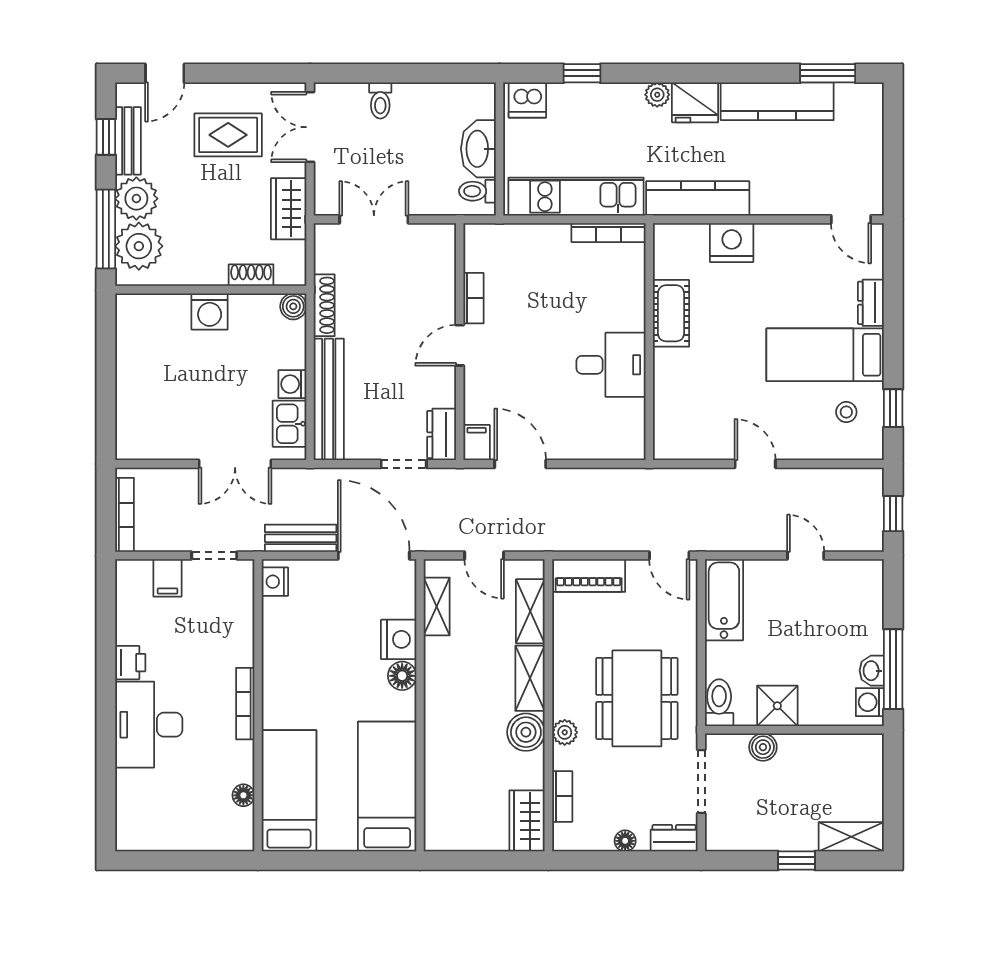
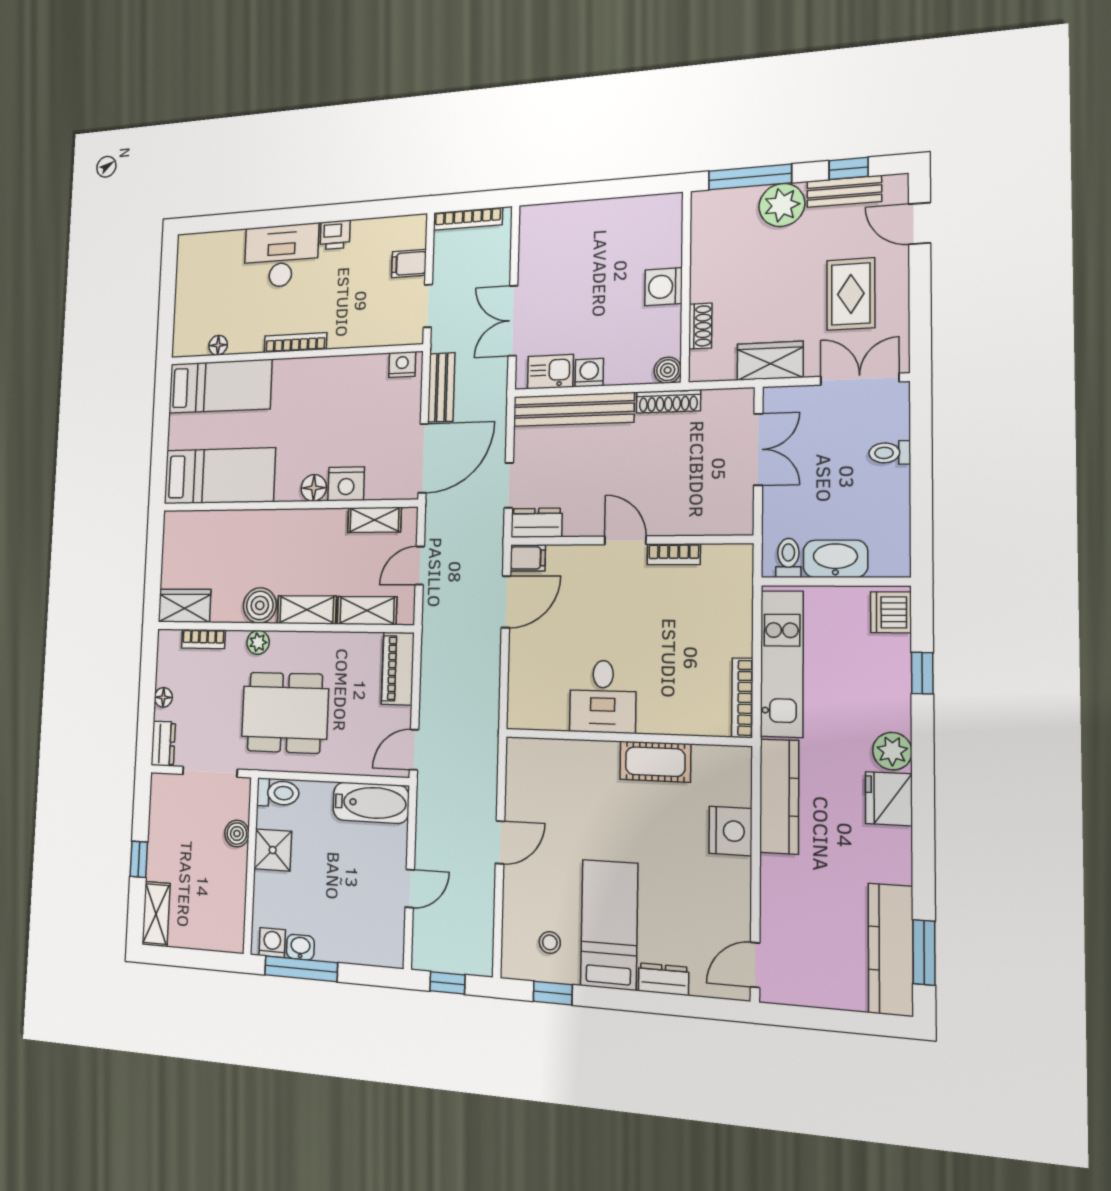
plant: (657, 95) -> (892, 751), width x1.38, depth x1.38
kitchen counter: (777, 101) -> (891, 949), moved
plant: (139, 246) -> (732, 211), removed

